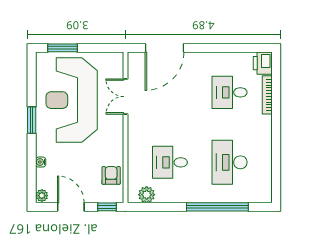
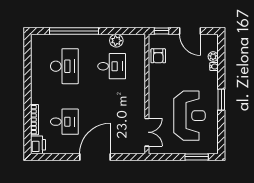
door: (165, 48) -> (95, 157), moved
double door: (125, 97) -> (147, 132), moved
reception desk: (72, 100) -> (189, 116), width x0.74, depth x0.77
plant: (147, 195) -> (116, 41), moved
plant: (42, 196) -> (213, 57), moved

